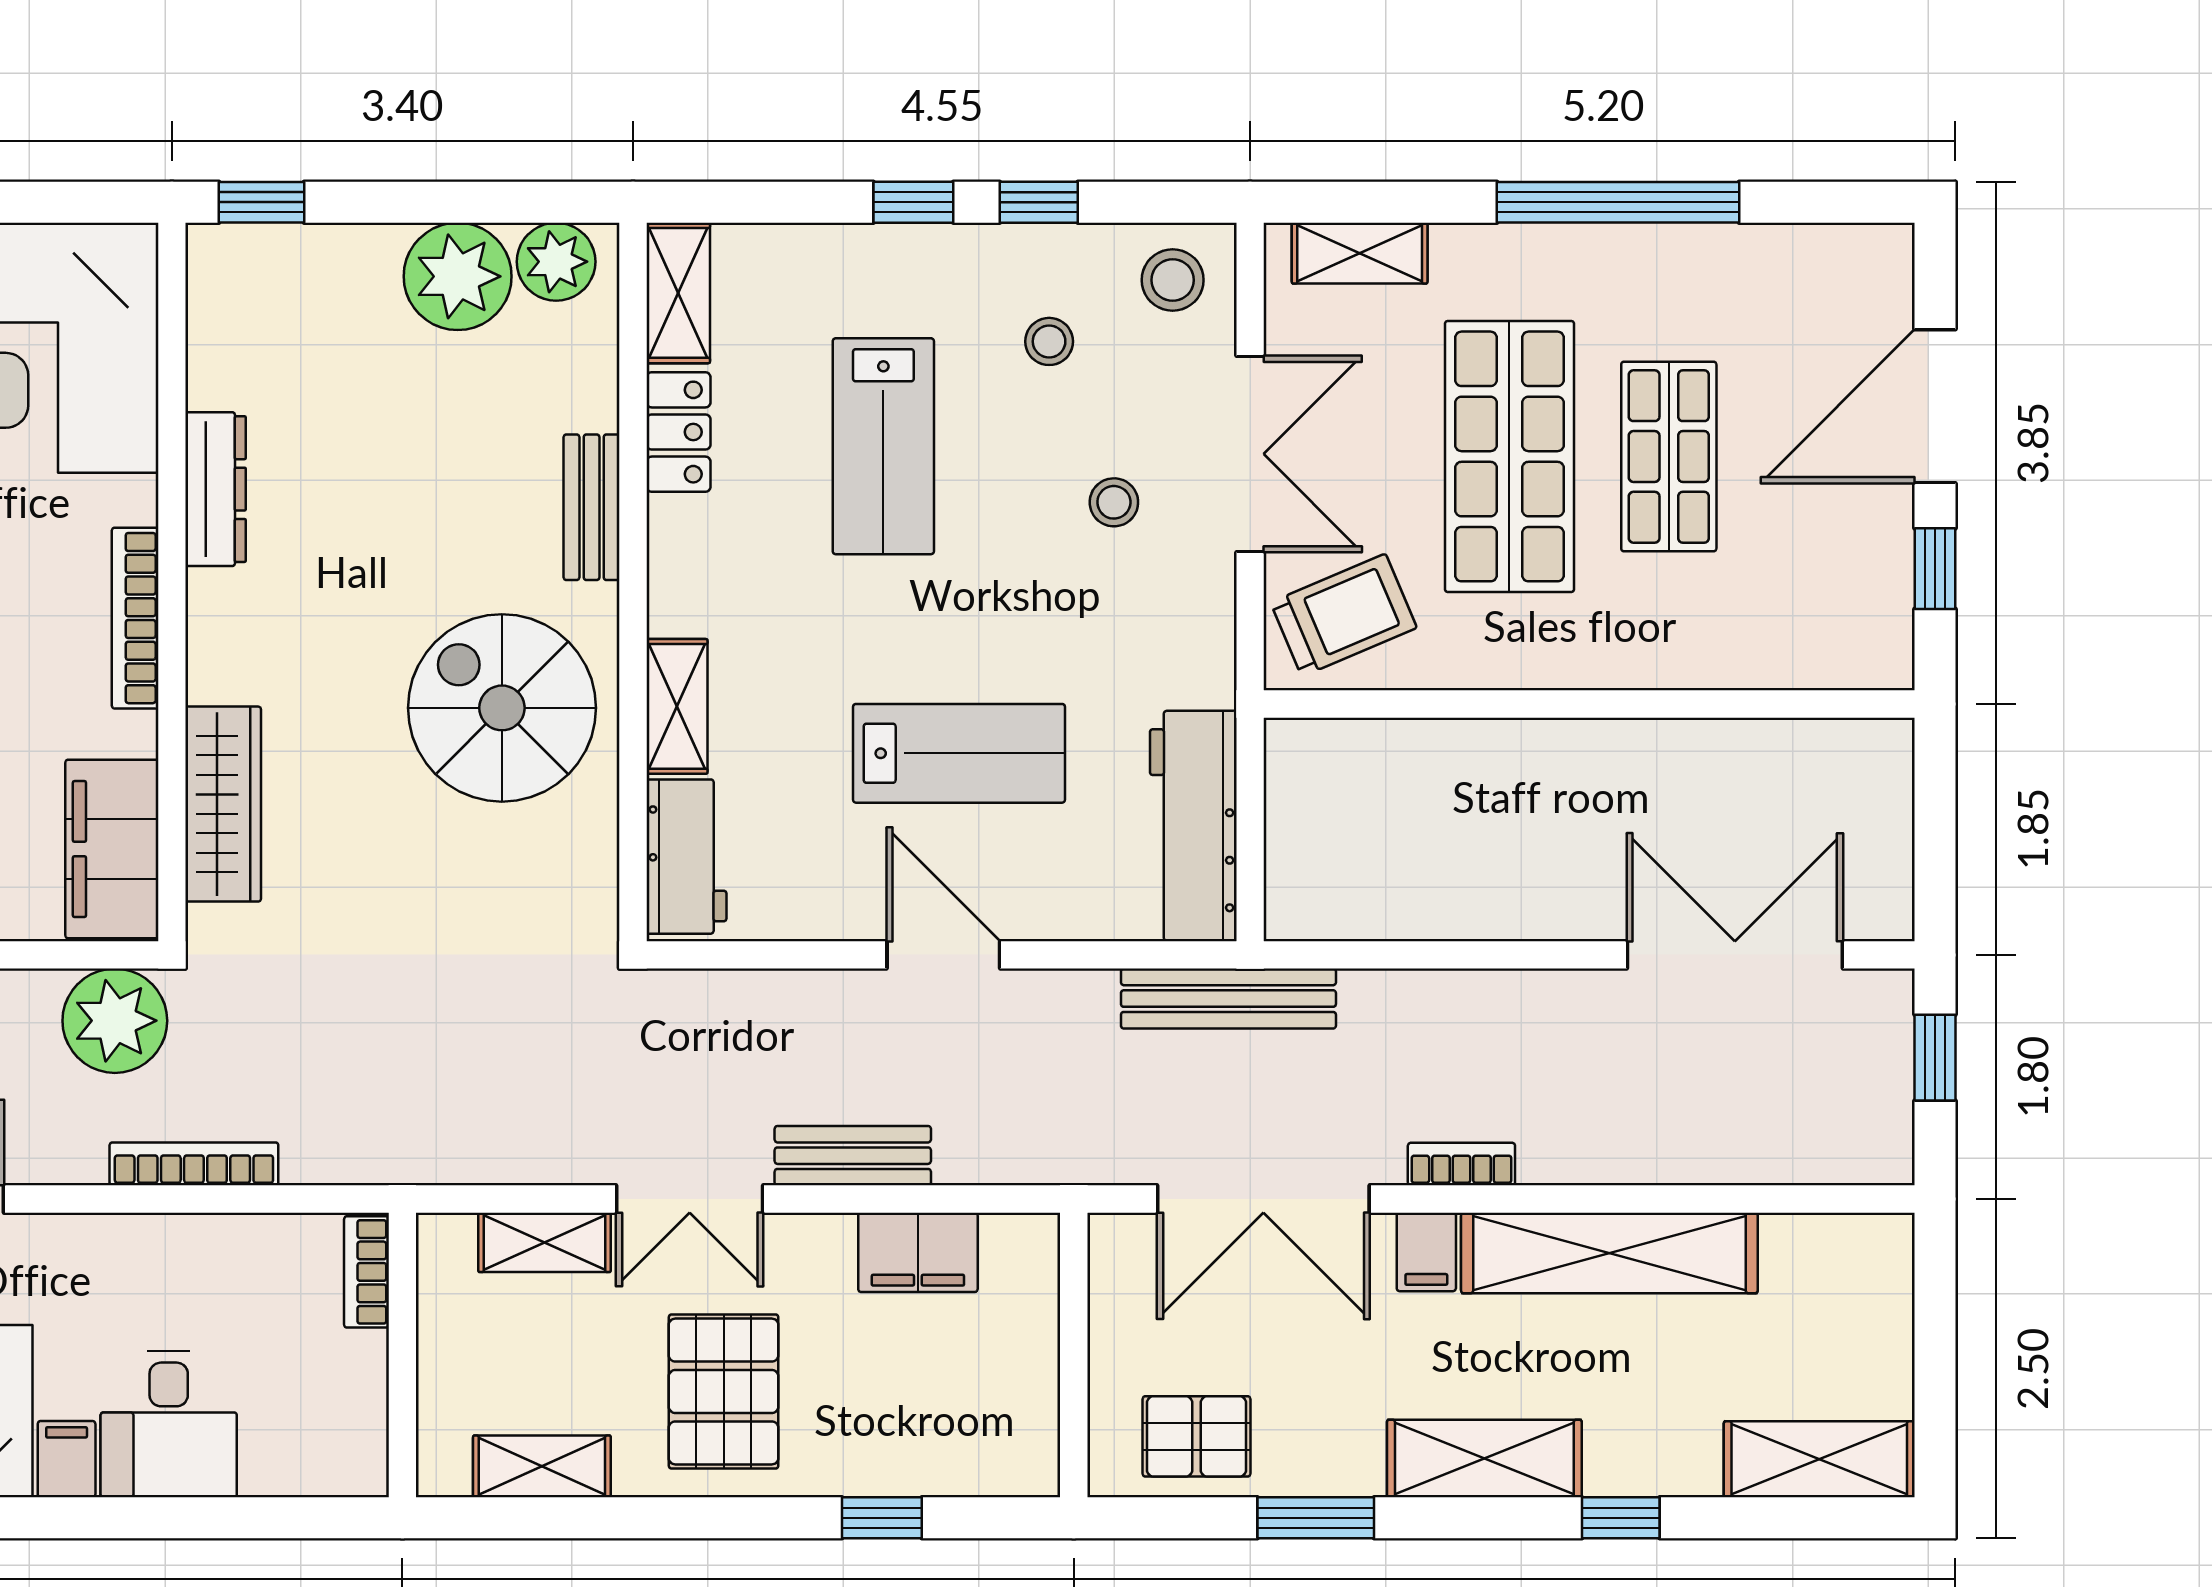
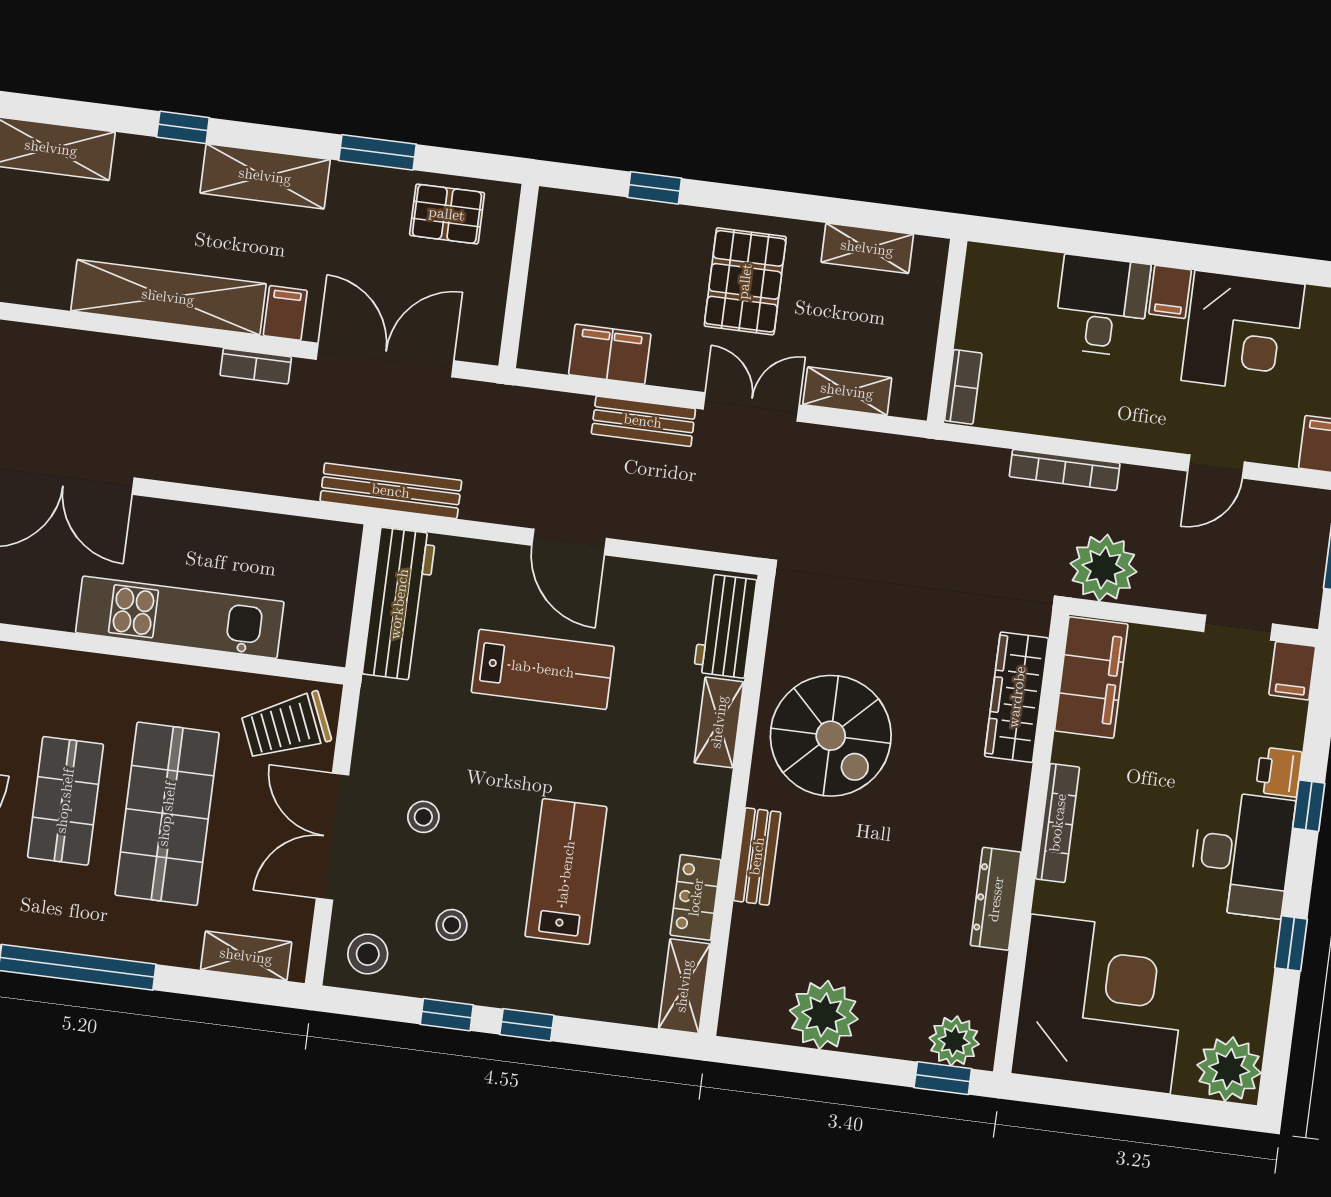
plant: (556, 262) -> (954, 1041), moved
lab bench: (959, 753) -> (543, 669), turned 180
kitchen unit: (1529, 762) -> (180, 617), added

